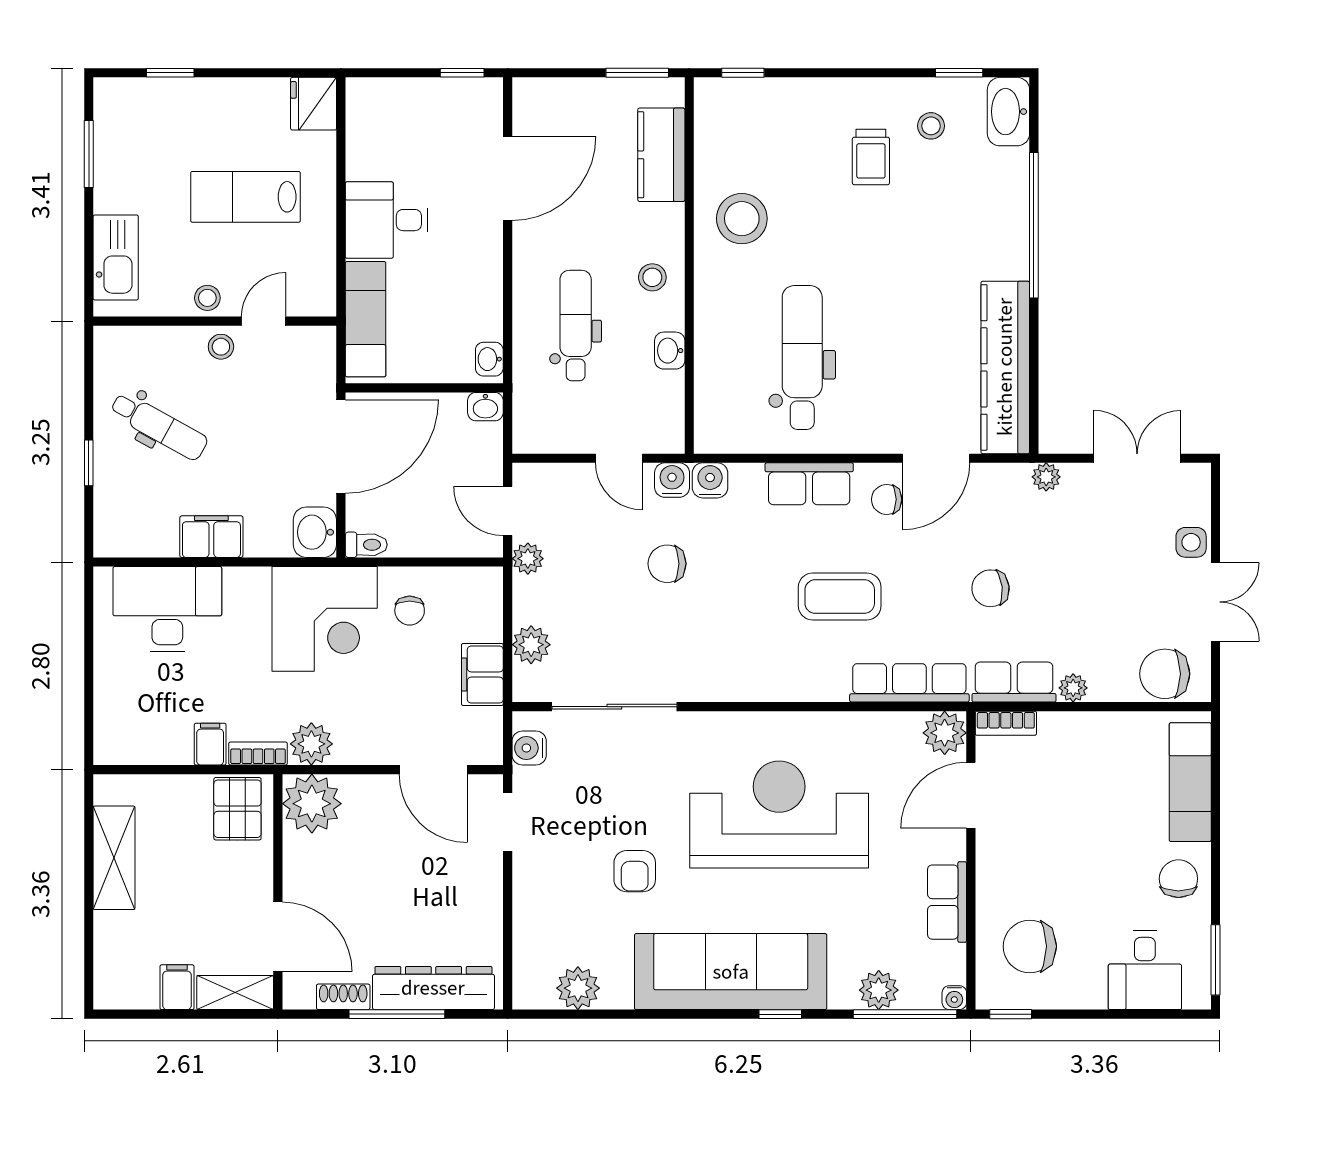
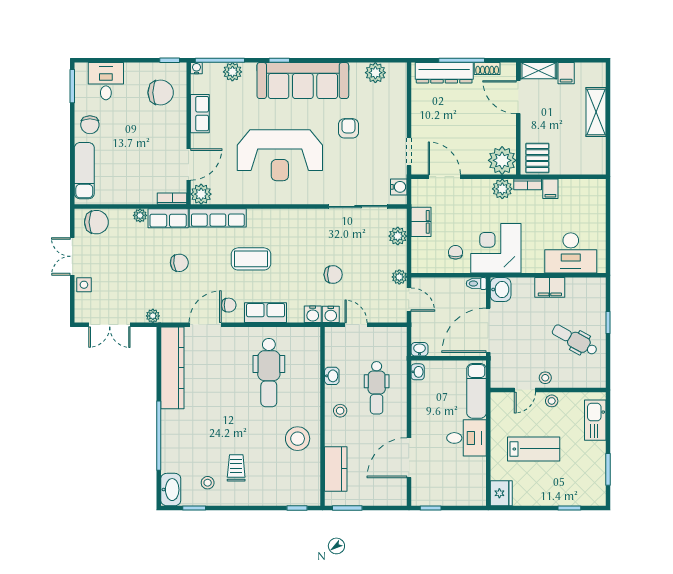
shelving: (114, 858) -> (596, 112), moved

